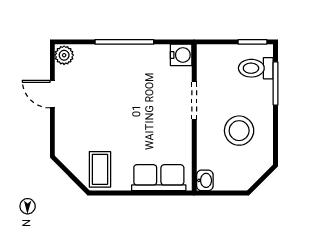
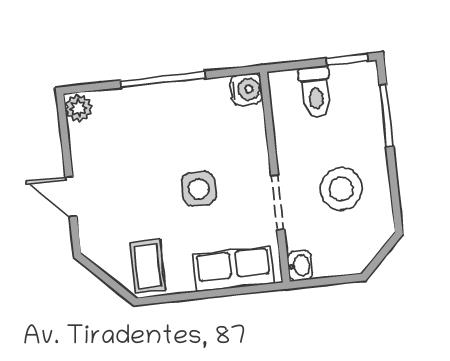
toilet: (256, 68) -> (315, 92), moved, turned -90
door: (52, 94) -> (71, 197), moved
doorway: (194, 101) -> (278, 202), moved
side table: (141, 120) -> (199, 189), added

